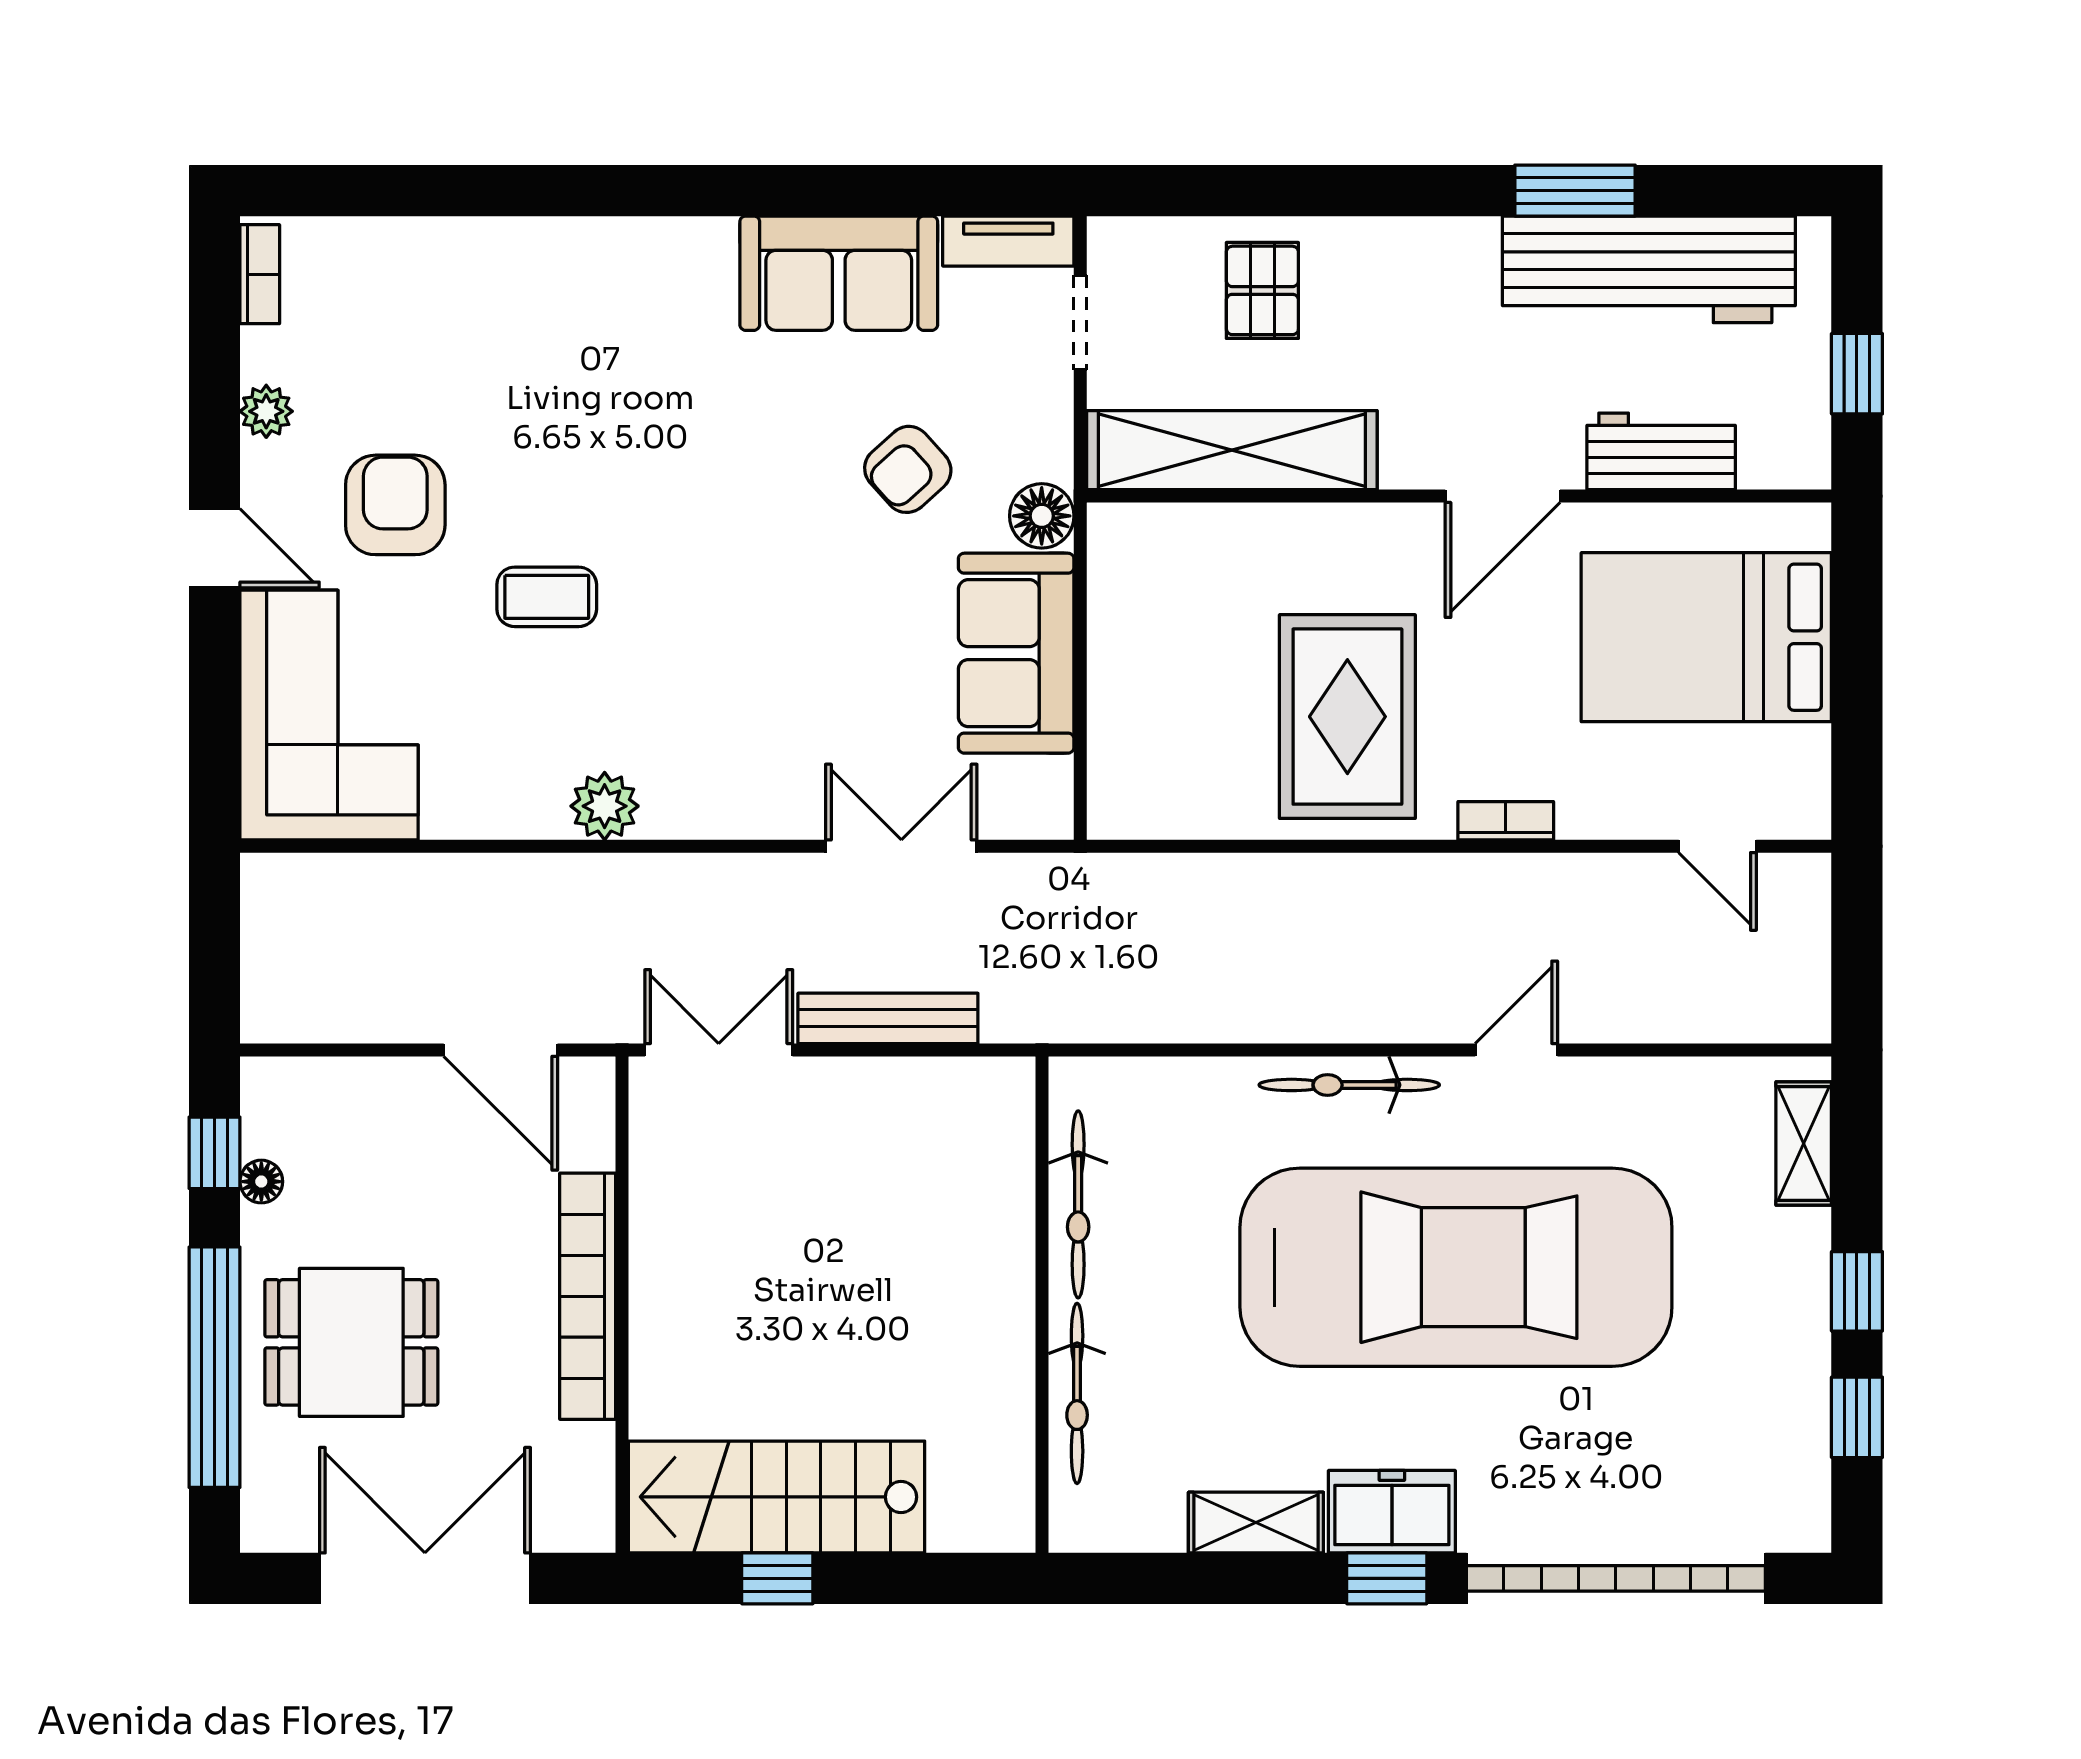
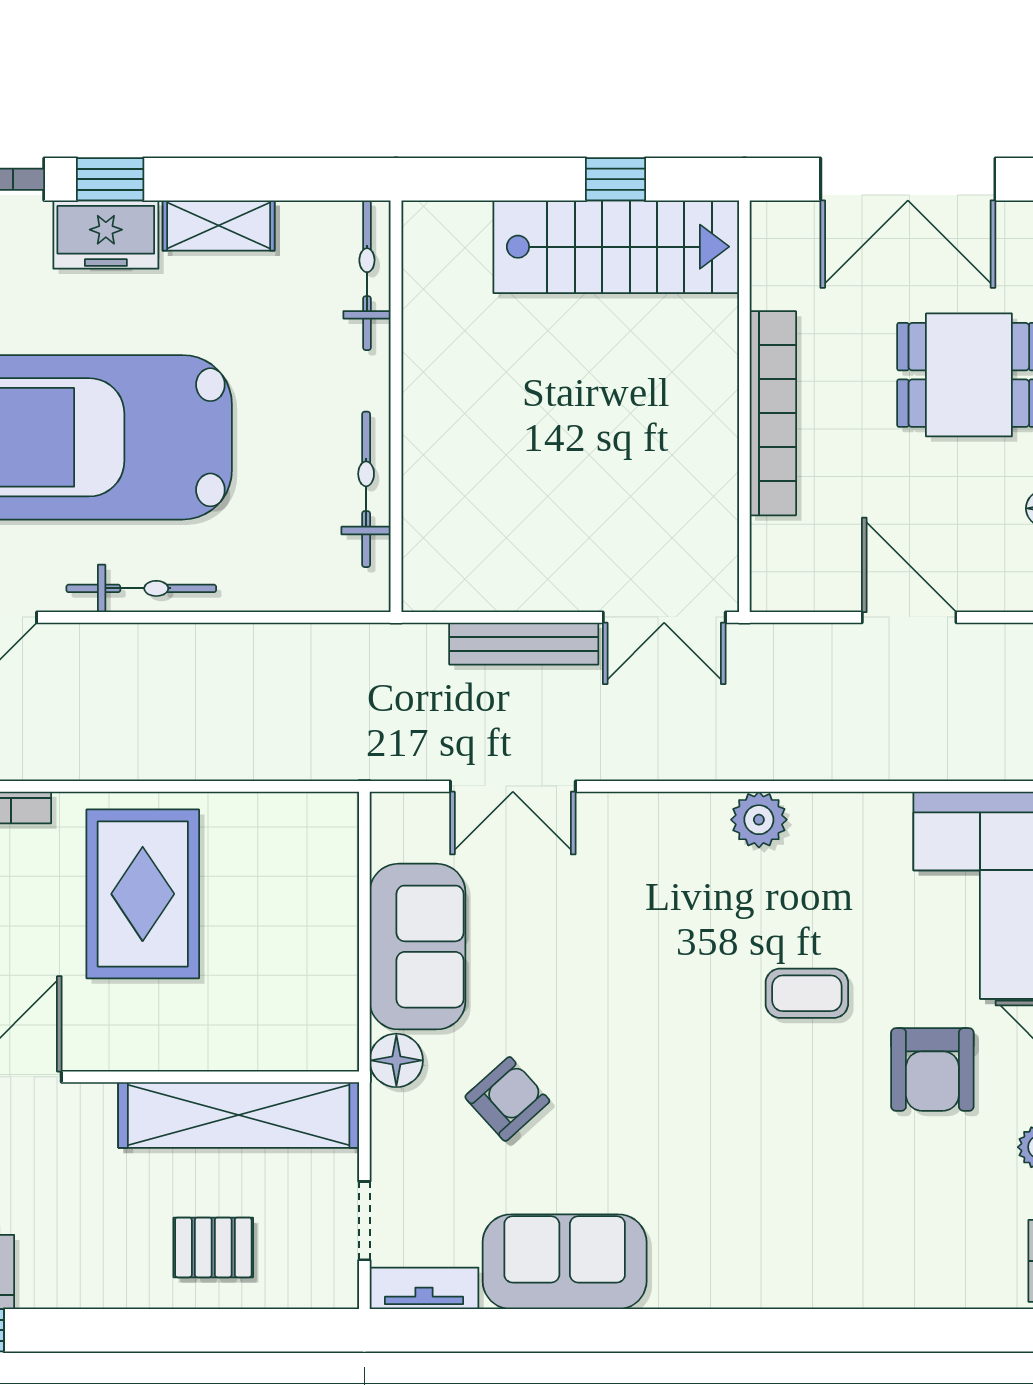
pallet: (1262, 290) -> (213, 1247), turned 90
door: (501, 1050) -> (909, 617), moved
bicycle: (1077, 1393) -> (367, 275), moved

